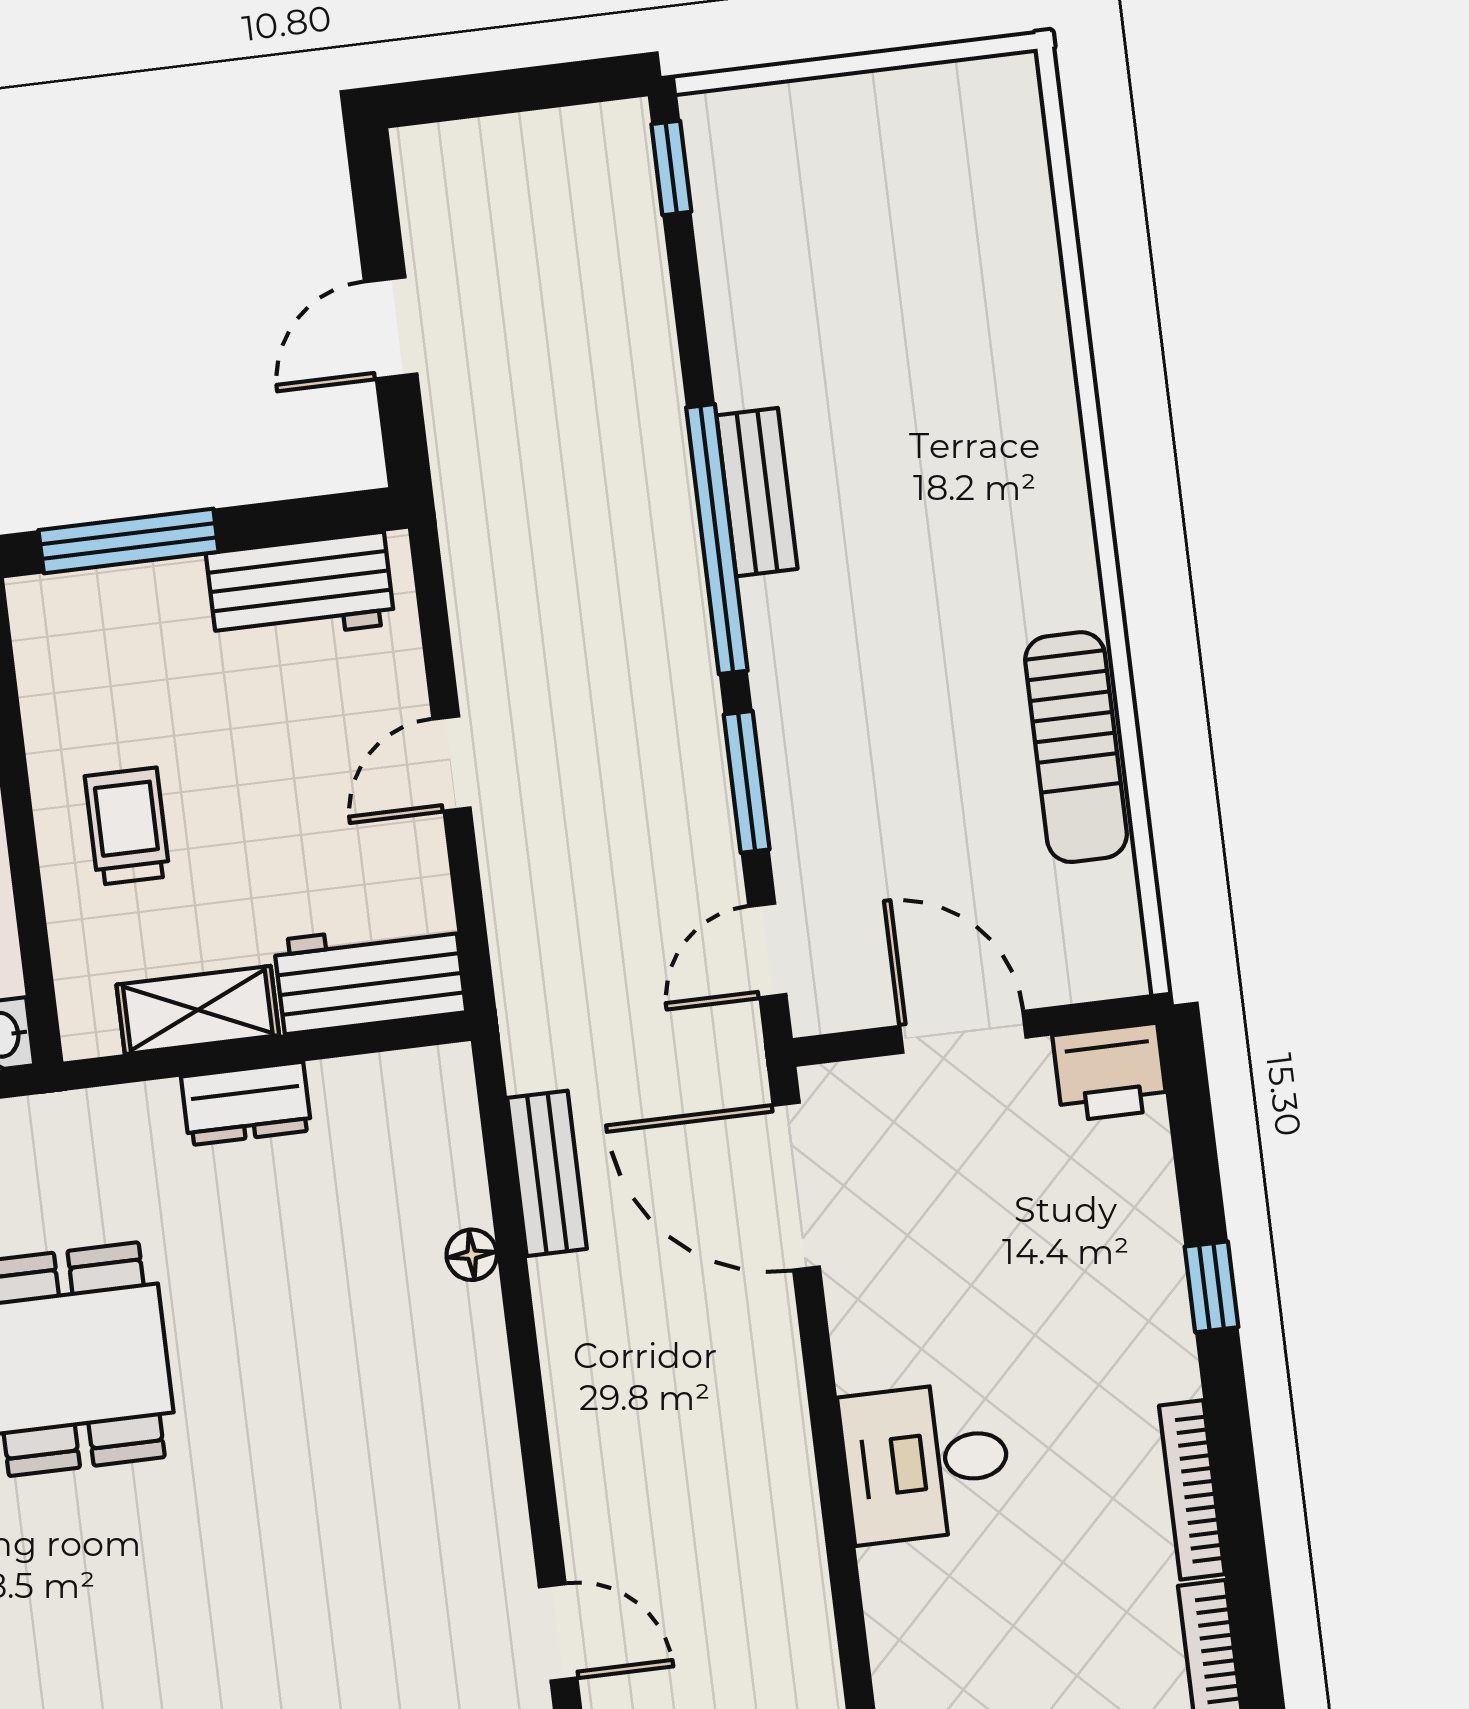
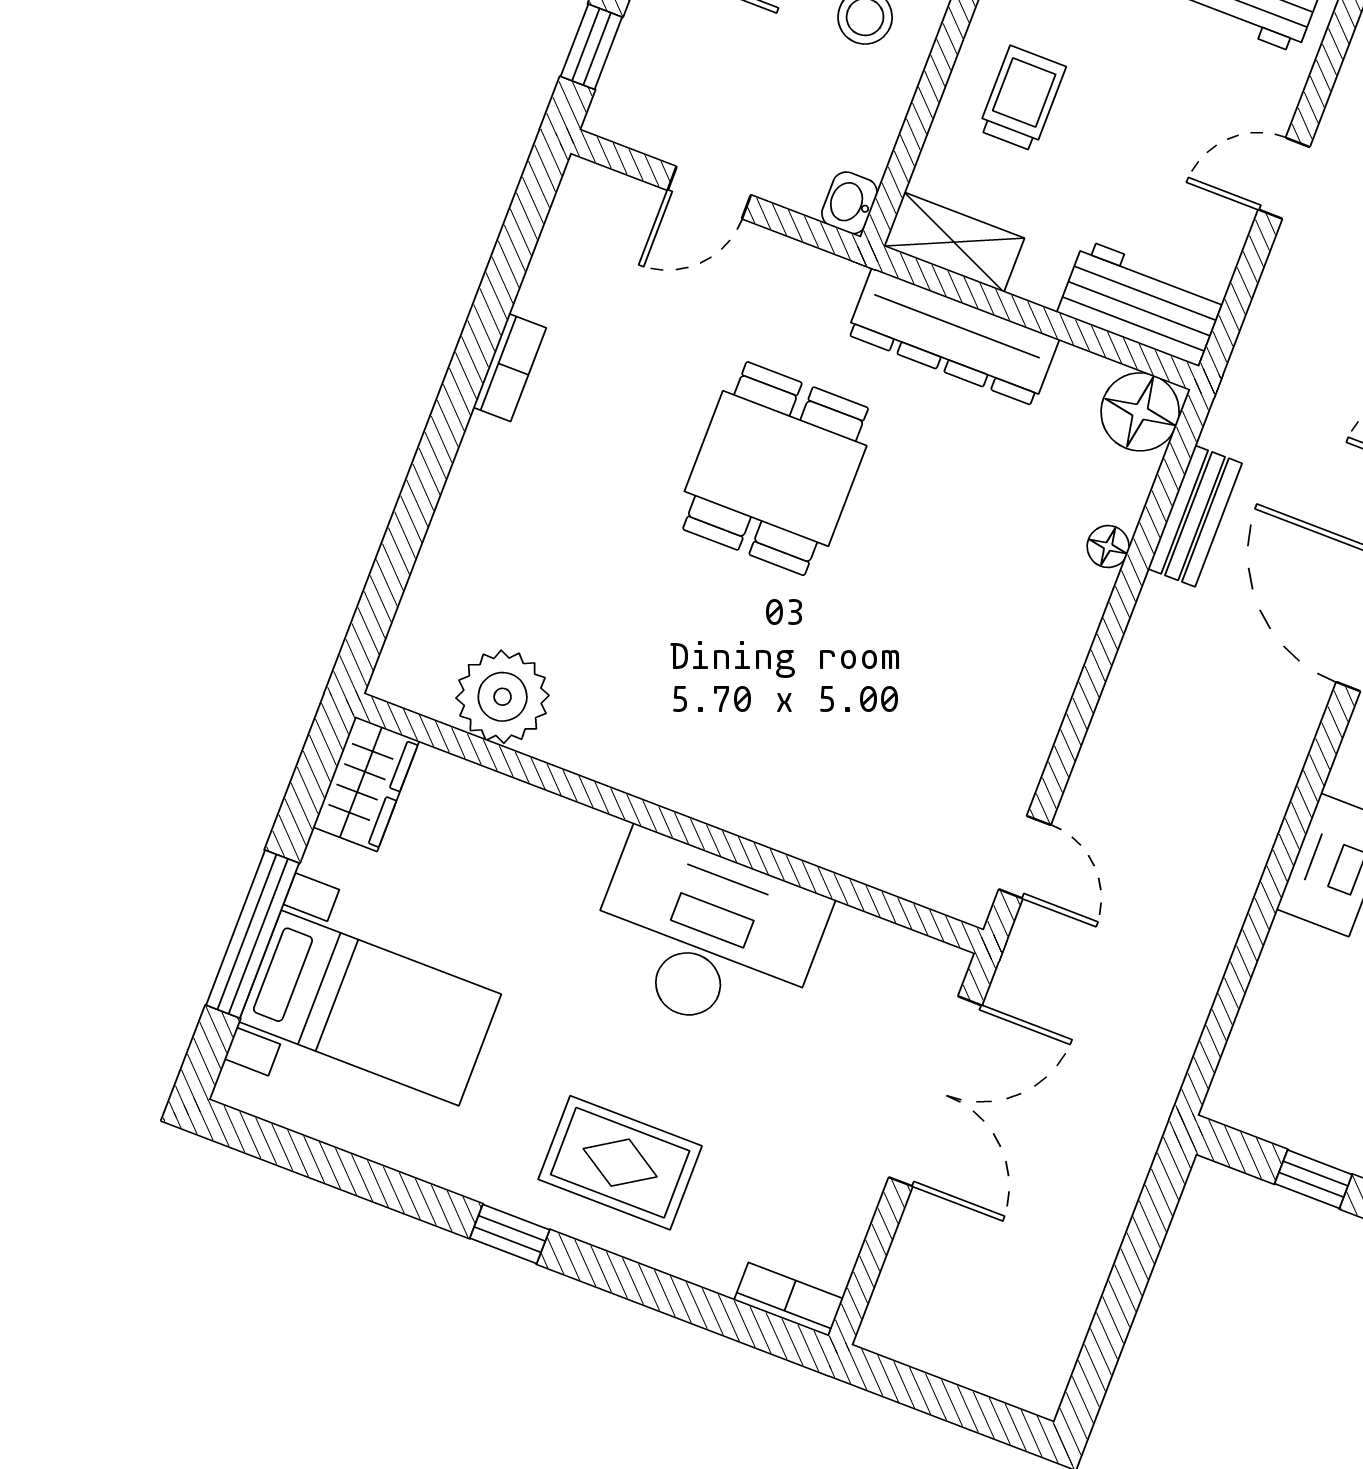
shelving: (198, 1010) -> (954, 242), moved
floor lamp: (430, 1093) -> (1140, 412), added
dresser: (246, 1103) -> (953, 337), width x1.96, depth x1.24

